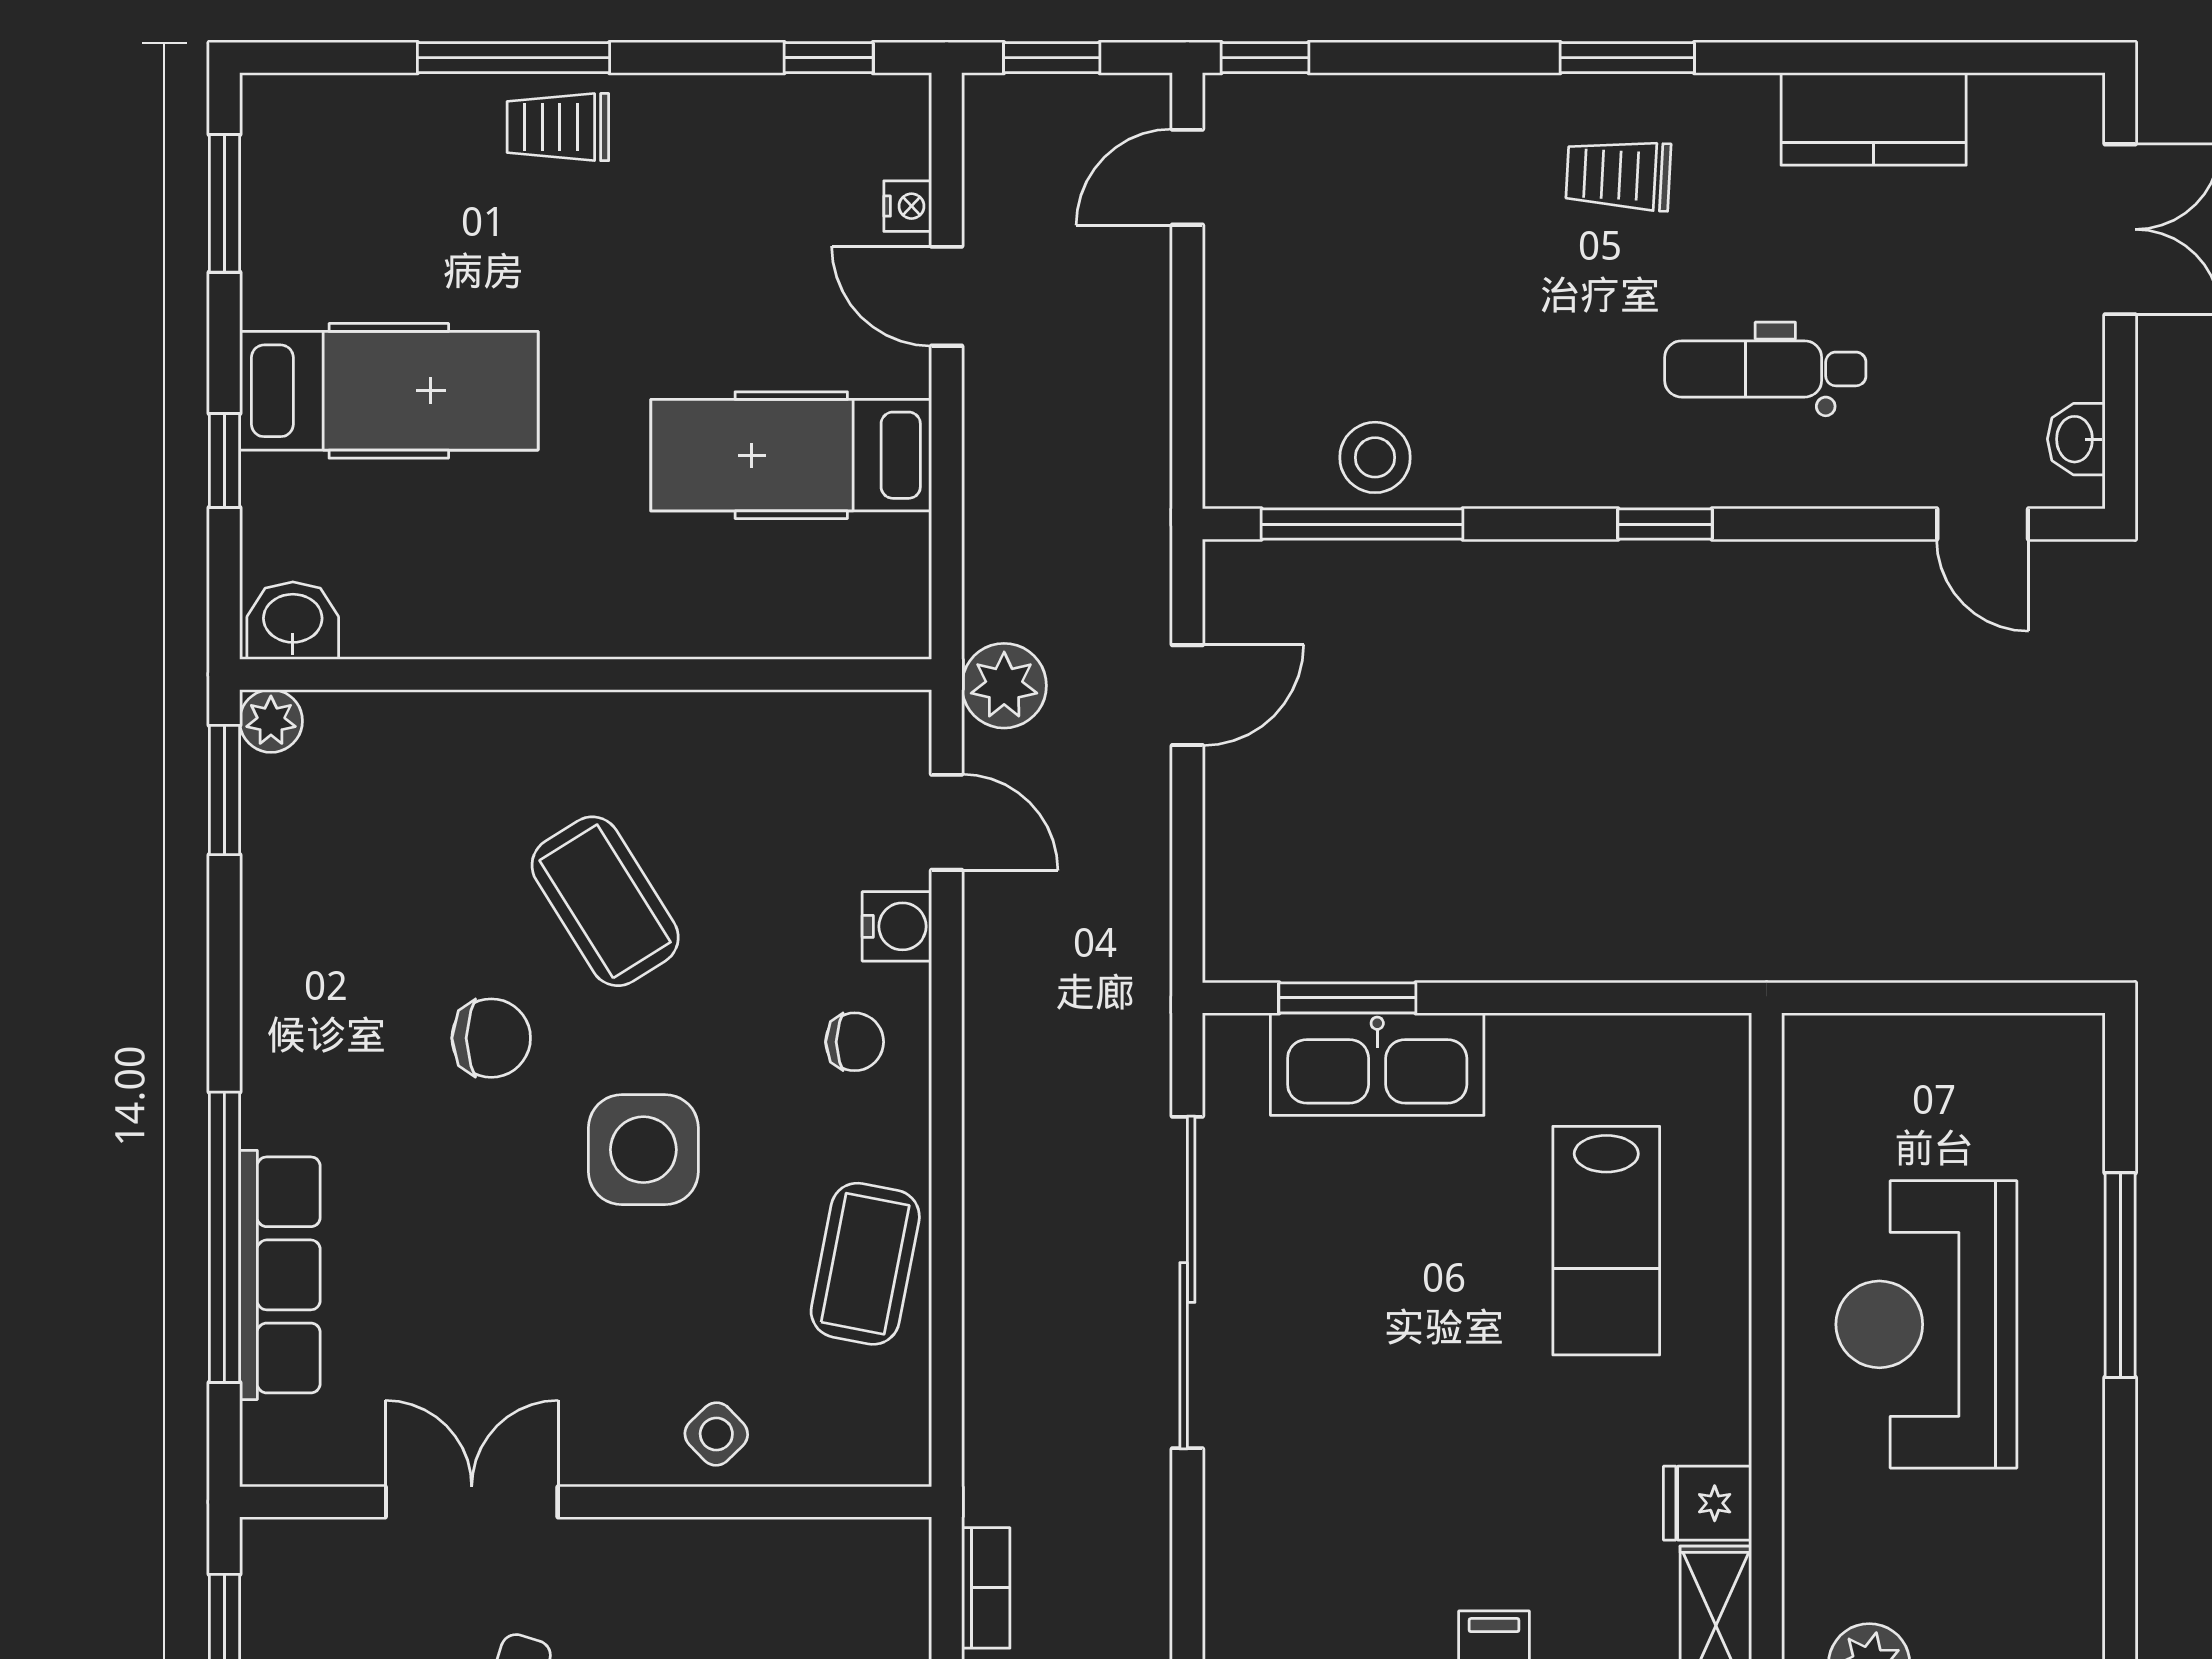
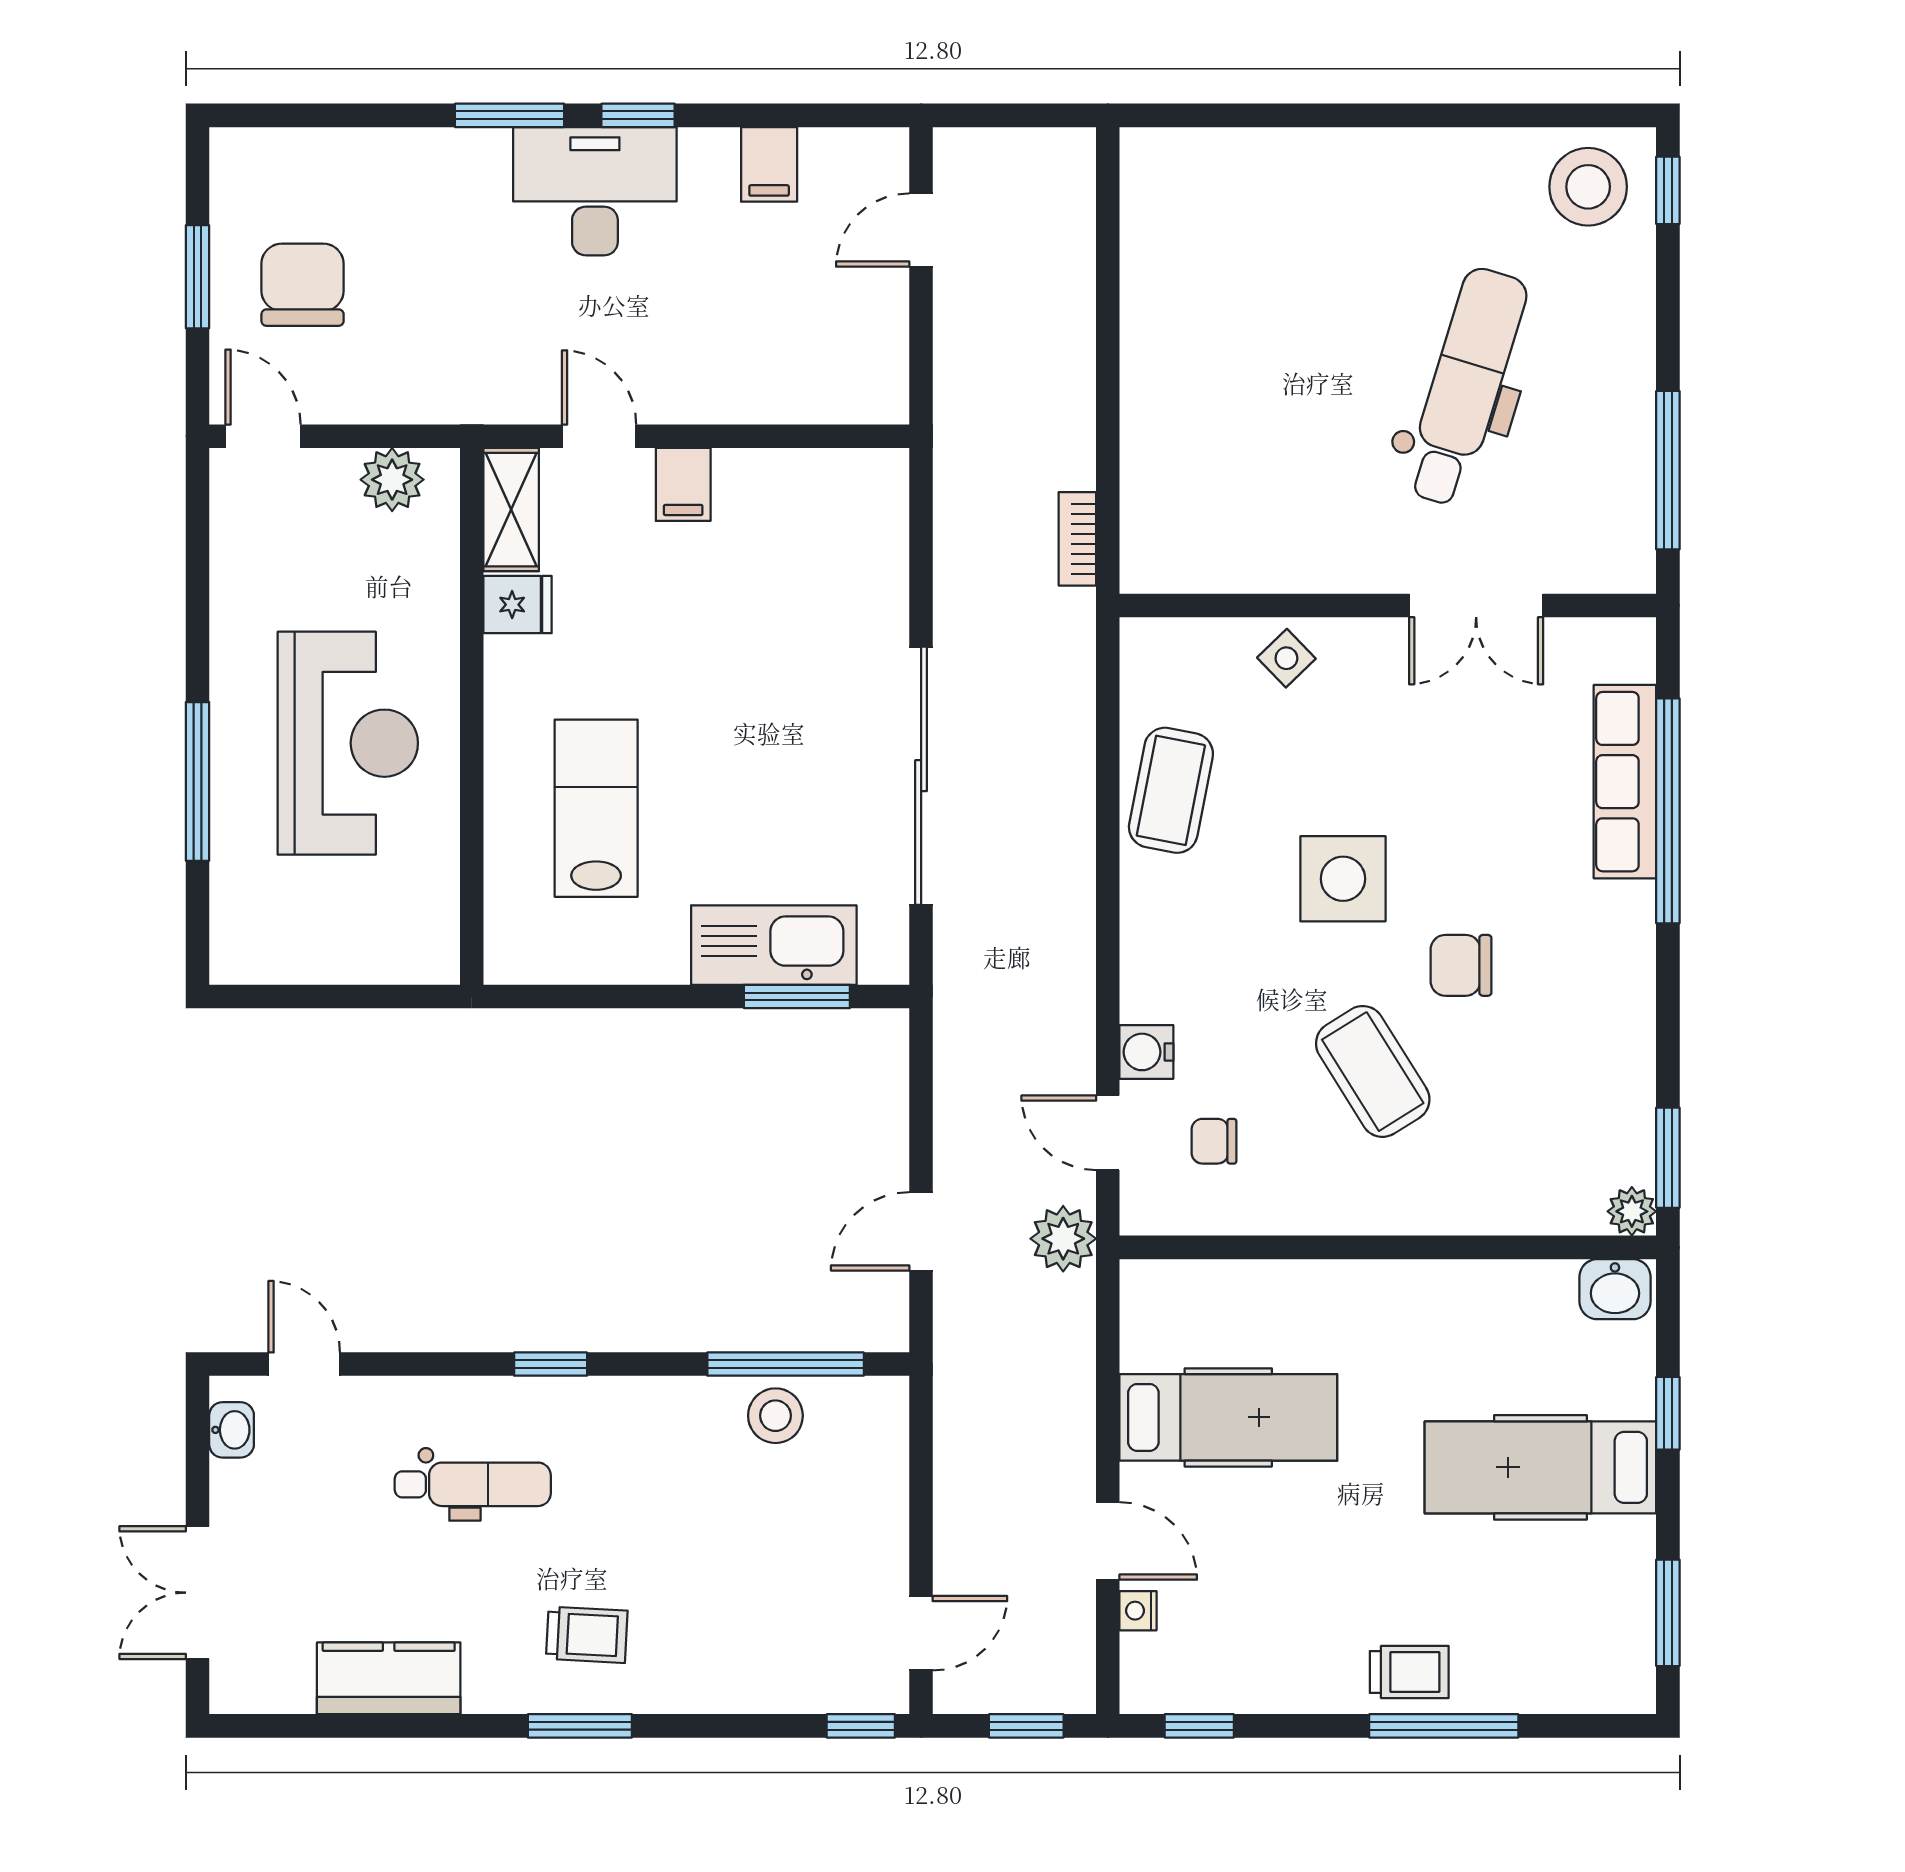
chair: (855, 1042) -> (1214, 1141), moved

